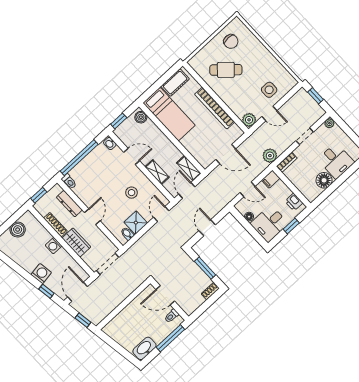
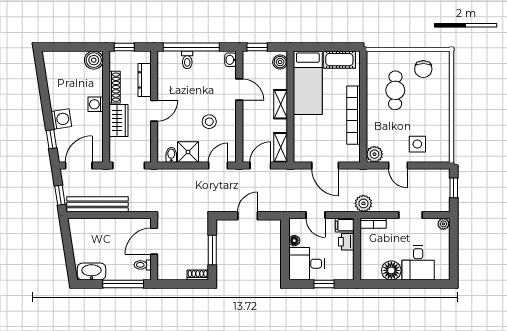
cafe table: (226, 70) -> (395, 90), turned 49
shelving: (157, 172) -> (281, 104), moved
toilet: (69, 181) -> (187, 60), moved
printer: (294, 202) -> (346, 242), moved
boiler: (18, 230) -> (94, 60), moved
door: (165, 295) -> (154, 241), hinge flipped
bench: (111, 305) -> (97, 204), added

